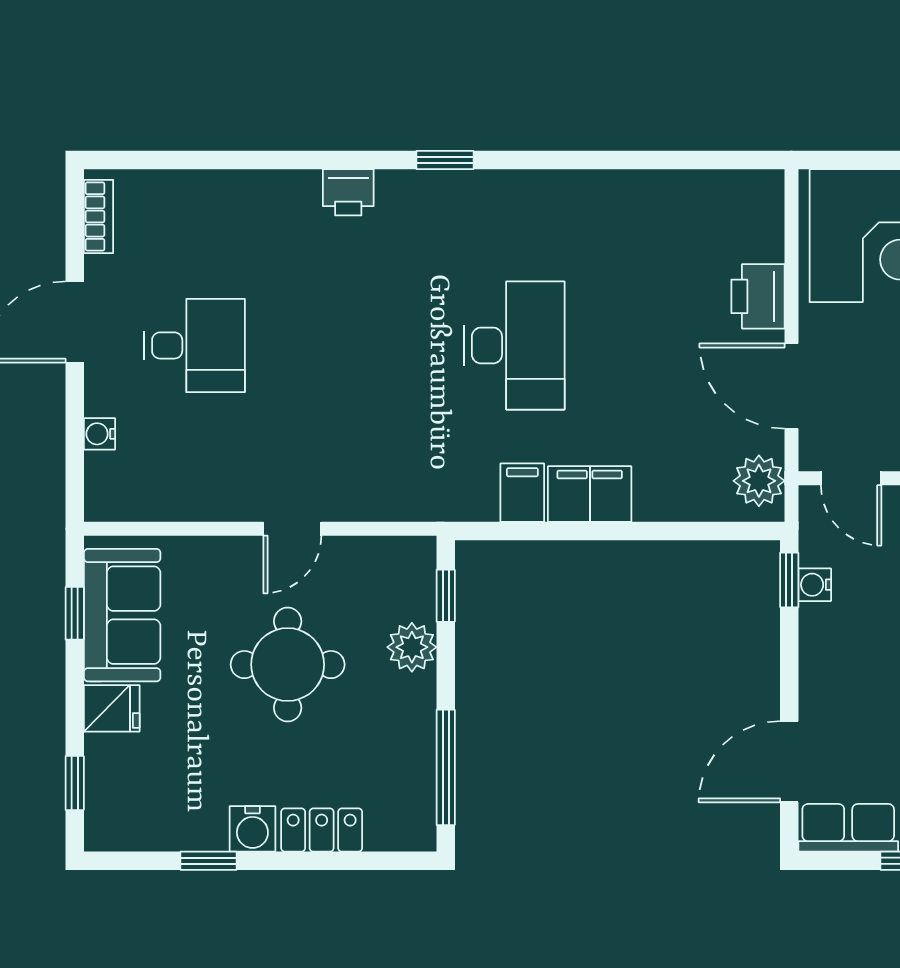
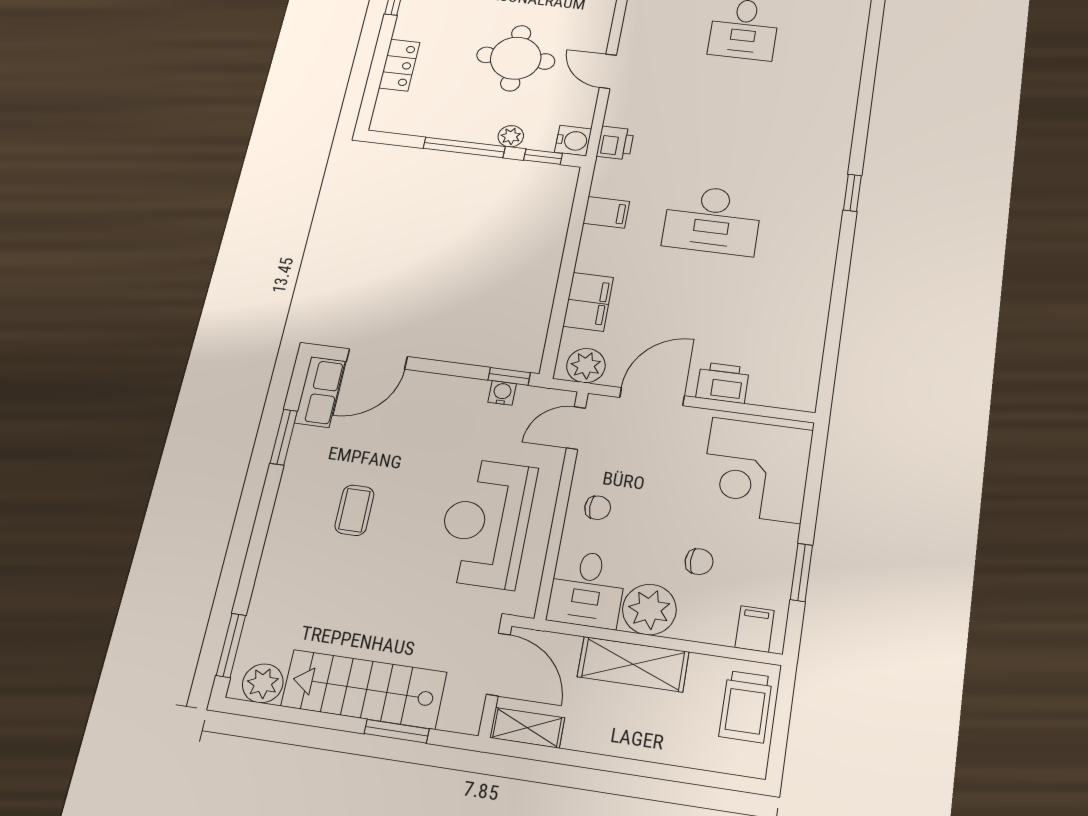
printer: (348, 192) -> (615, 143), moved, turned 180
filing cabinet: (590, 494) -> (588, 302), moved
plant: (412, 647) -> (511, 136), width x0.73, depth x0.73
door: (789, 762) -> (377, 359), swing flipped
window: (446, 767) -> (464, 147), moved
water cooler: (252, 829) -> (573, 141), moved, turned 180

